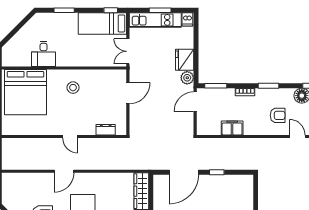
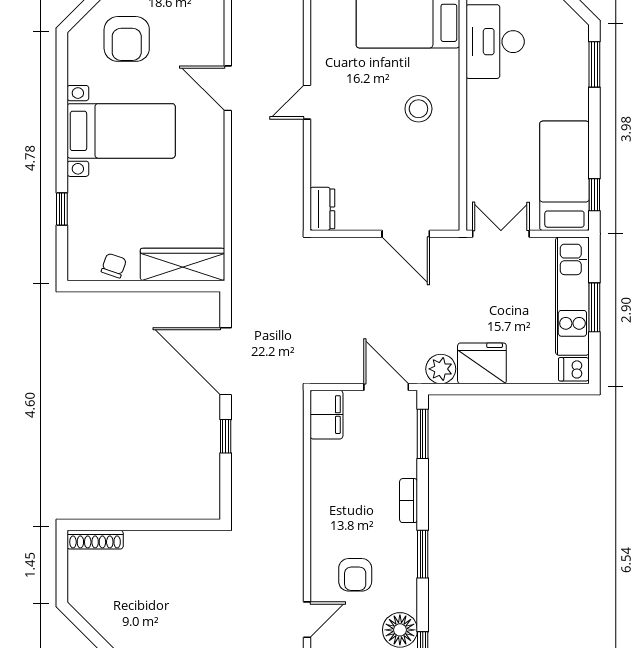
window: (64, 10) -> (594, 64), moved
desk: (44, 54) -> (495, 42), width x1.37
filing cabinet: (232, 128) -> (326, 415), moved
dresser: (106, 130) -> (322, 209), moved

